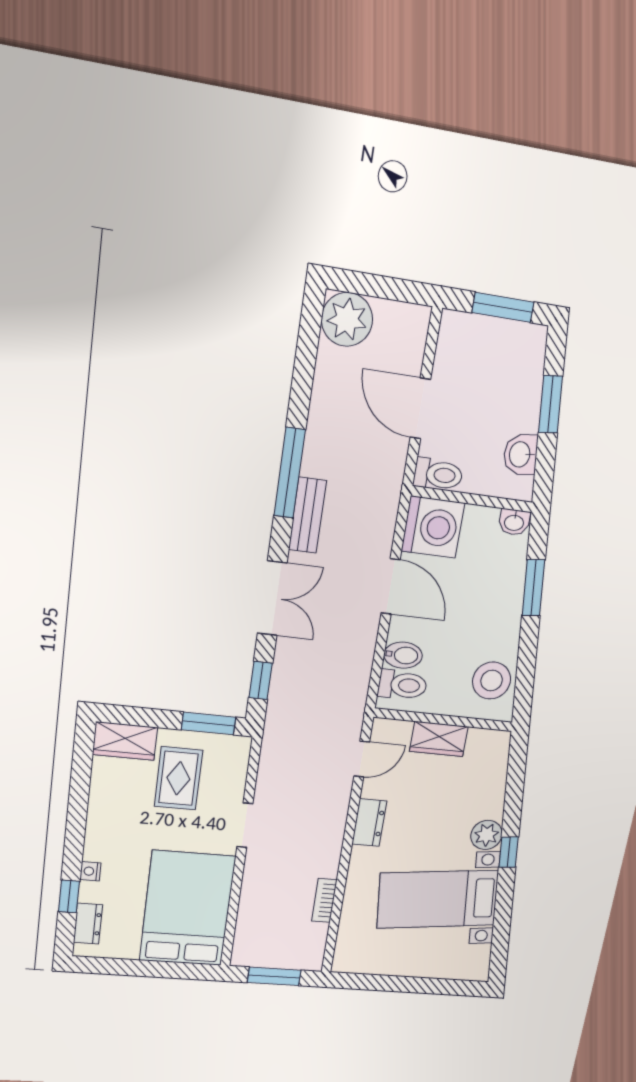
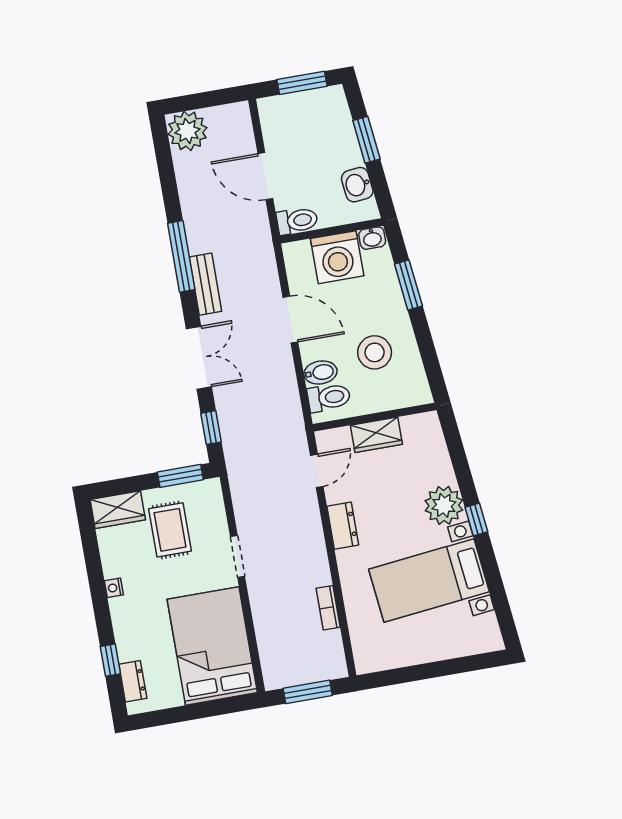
washing machine: (433, 527) -> (337, 257), moved, turned 90
stool: (492, 681) -> (375, 352), moved
plant: (487, 835) -> (444, 505), width x1.36, depth x1.36
nightstand: (90, 871) -> (114, 588), moved

